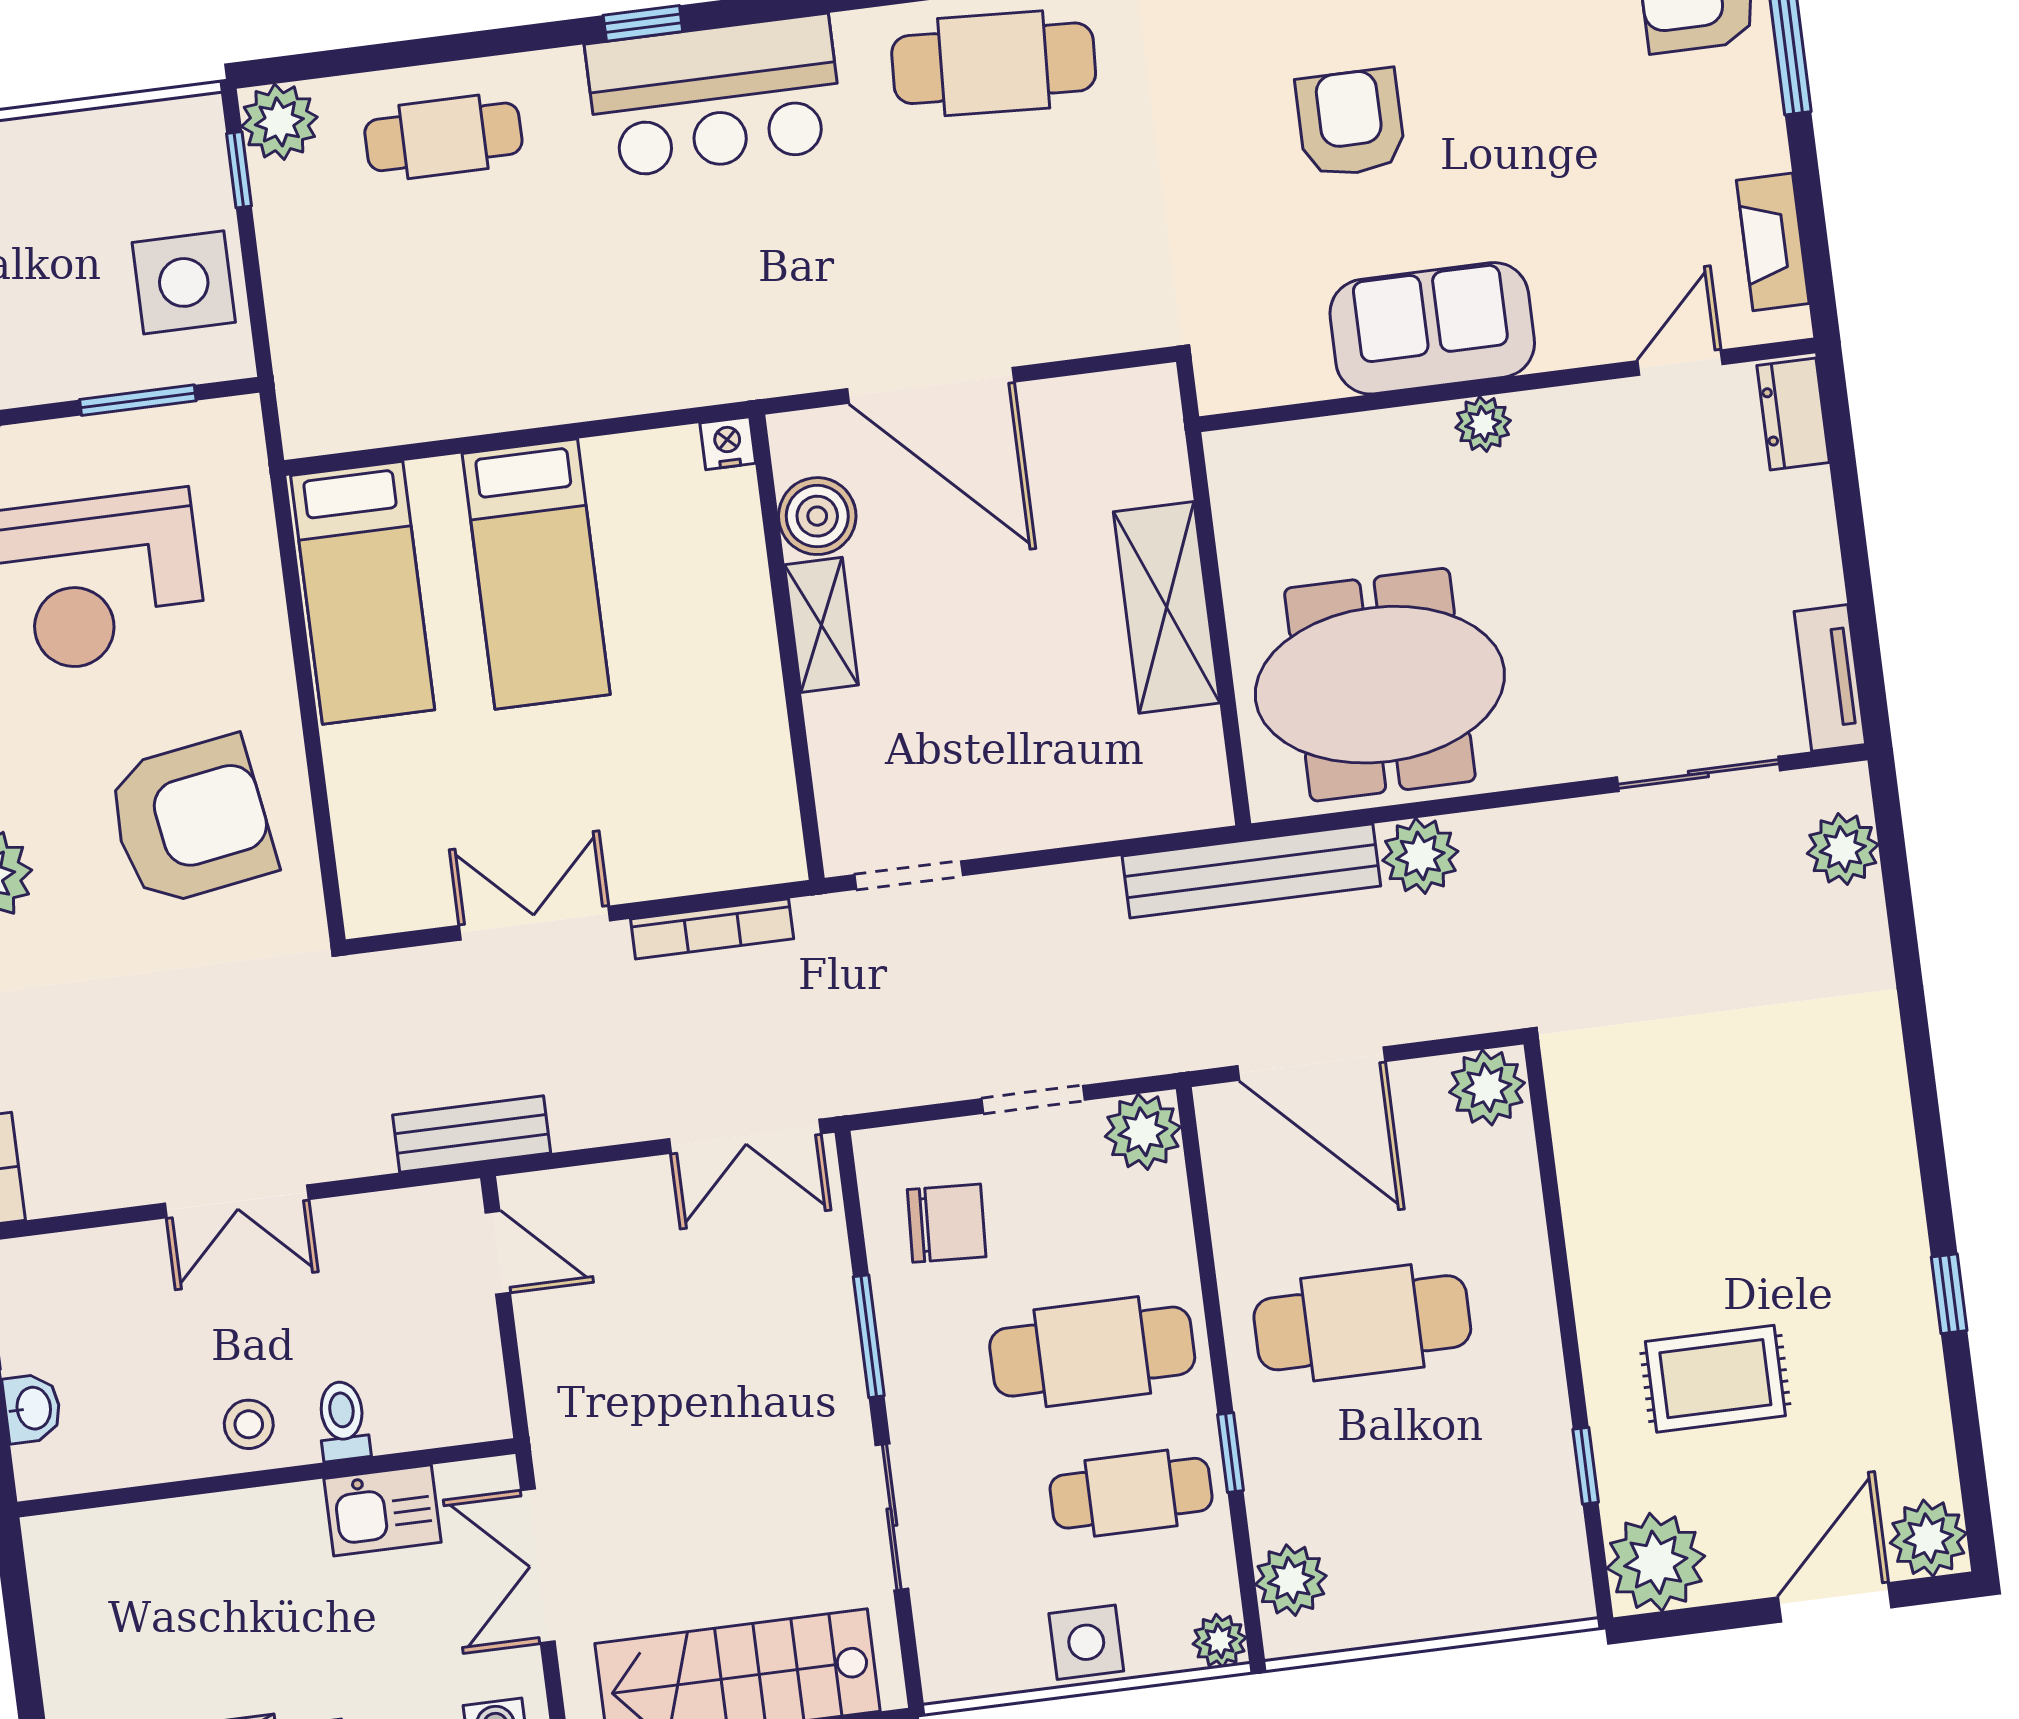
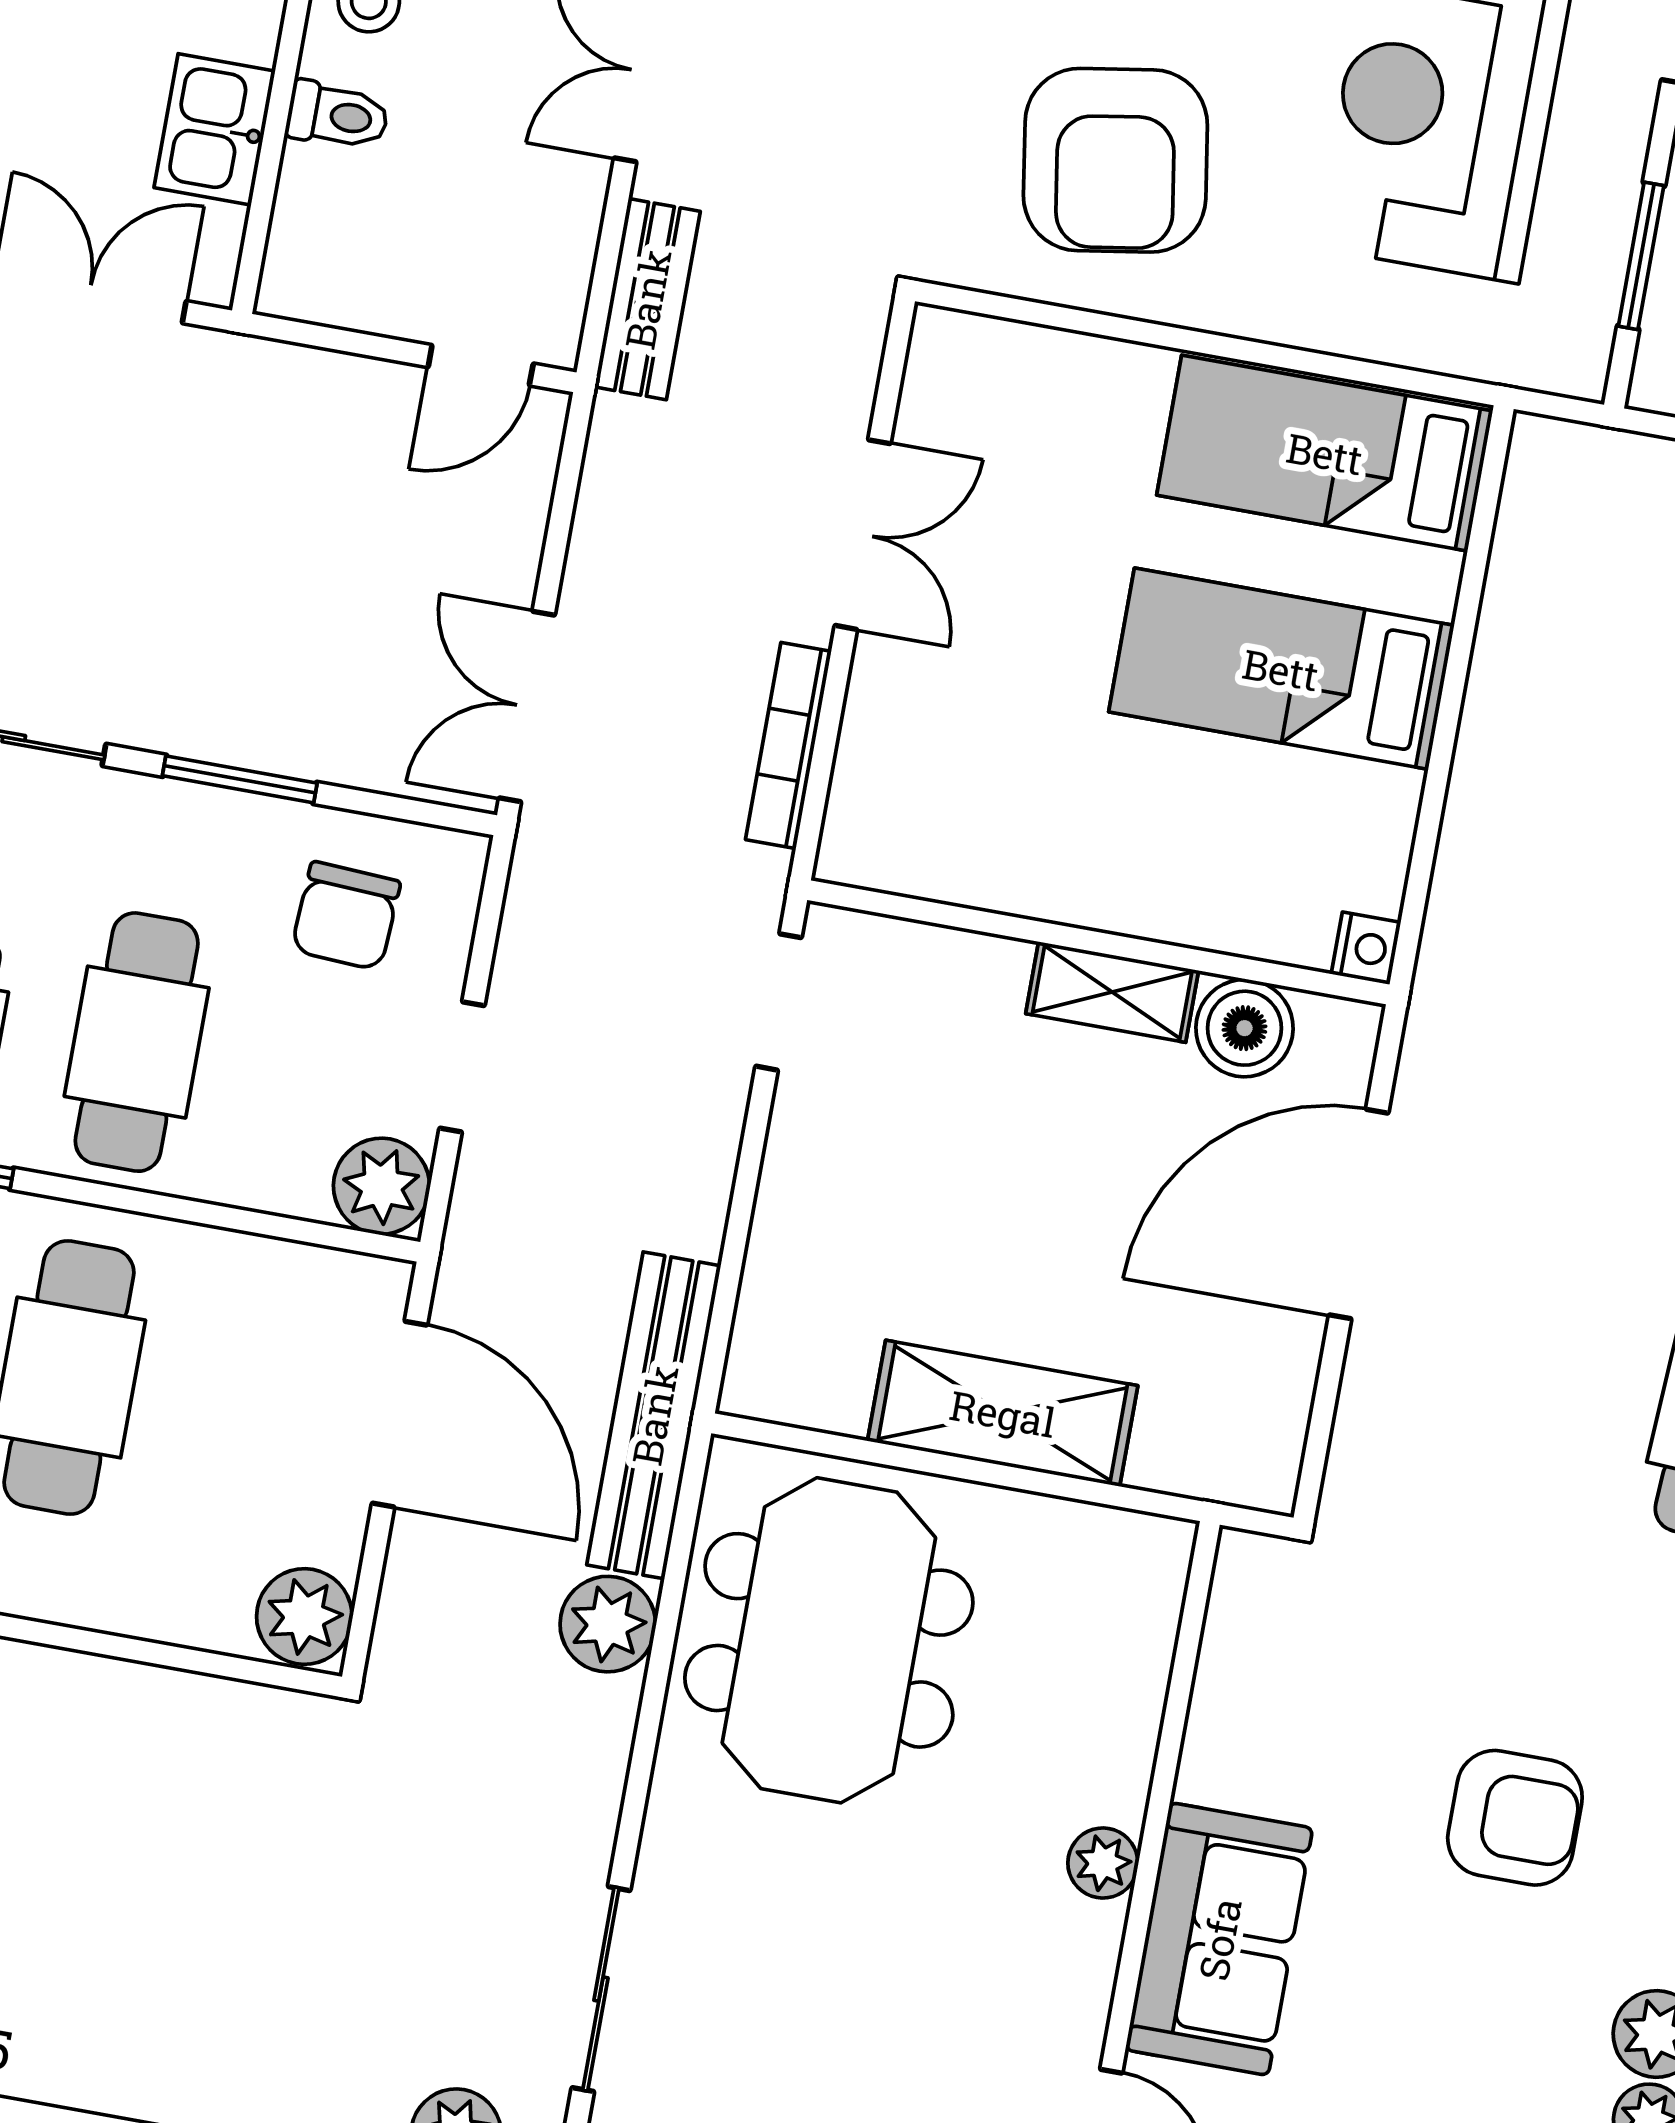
sofa: (1432, 328) -> (1219, 1939), moved
door: (1311, 1064) -> (399, 1414), swing flipped
bench: (472, 1134) -> (647, 299), moved

